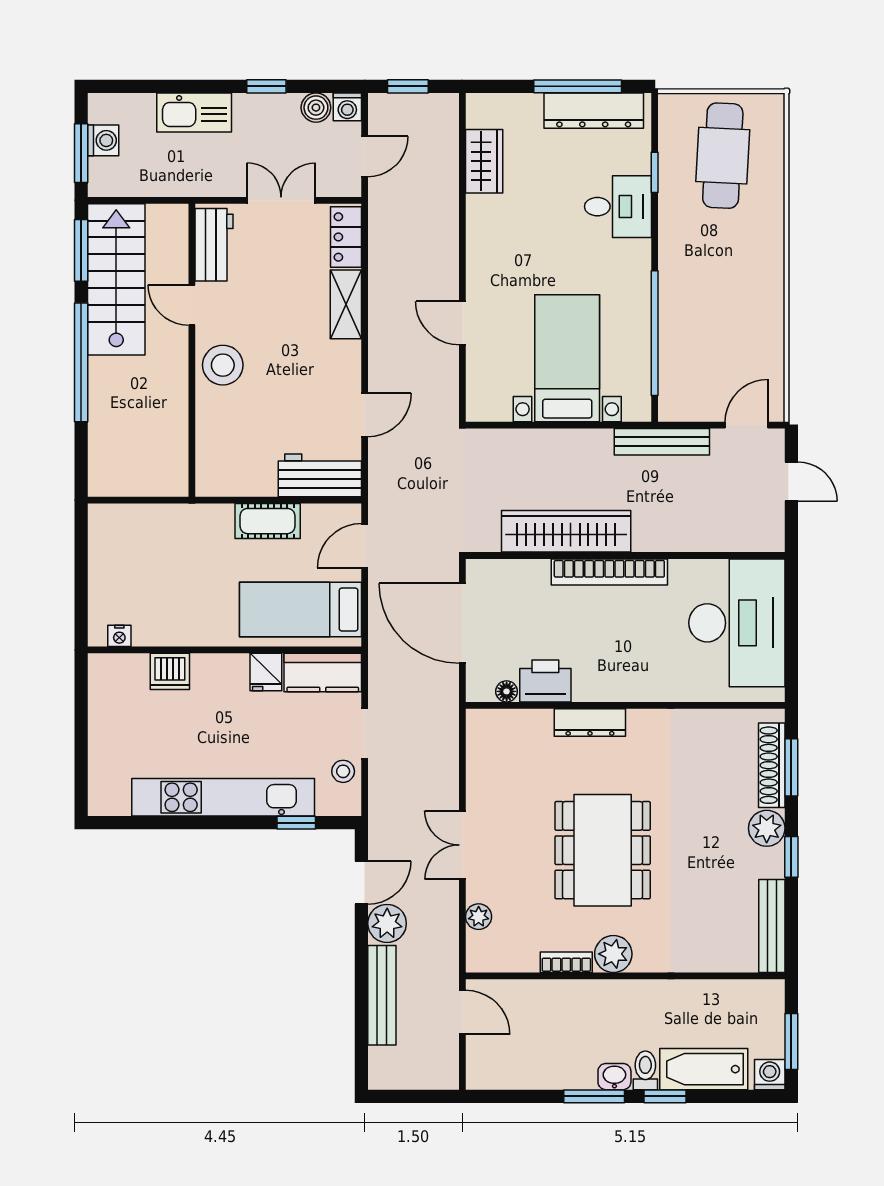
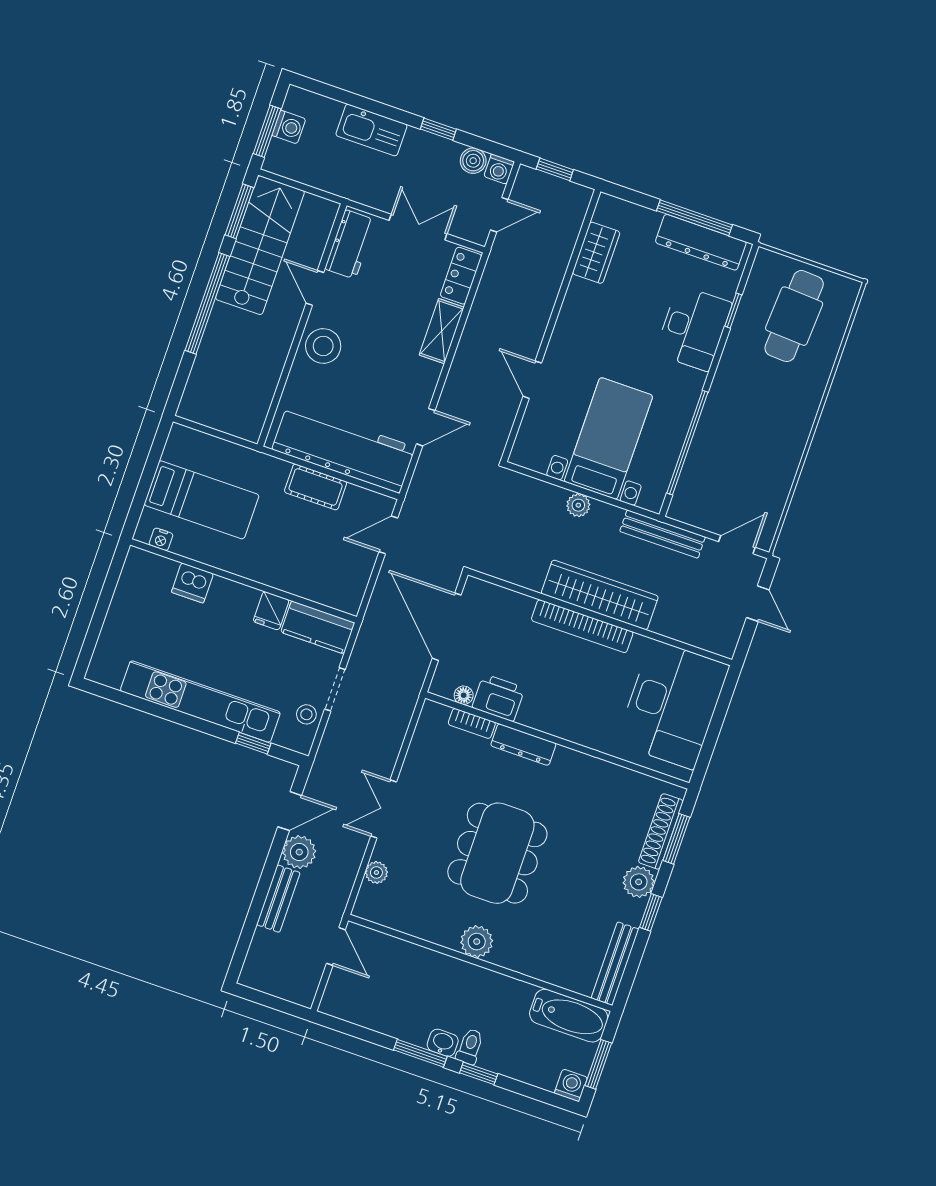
desk: (618, 207) -> (693, 328), width x1.37
plant: (560, 442) -> (578, 505), added
workbench: (320, 475) -> (344, 448), width x1.88, depth x1.32
wardrobe: (566, 531) -> (600, 595), moved
bed: (300, 610) -> (202, 500), moved, turned 180
bookcase: (566, 962) -> (472, 723), moved, turned 180
bench: (382, 995) -> (278, 899), width x0.73
bathtub: (704, 1069) -> (569, 1016), moved, turned 180

